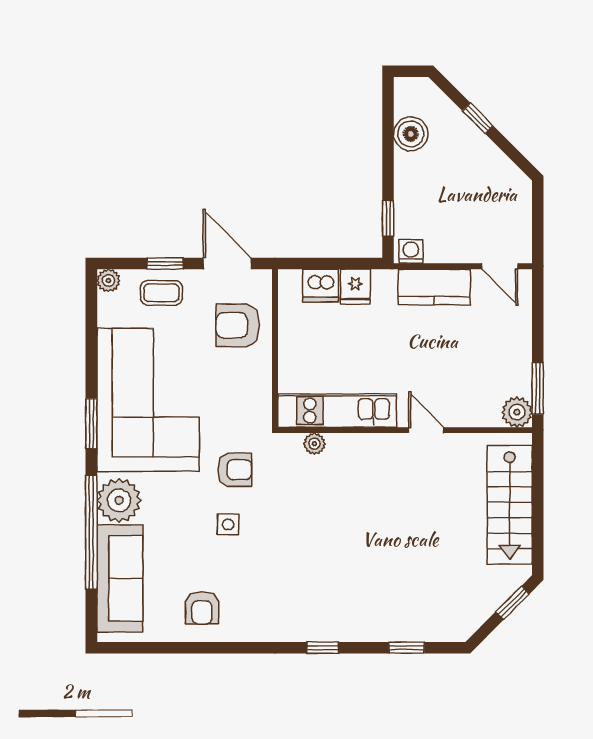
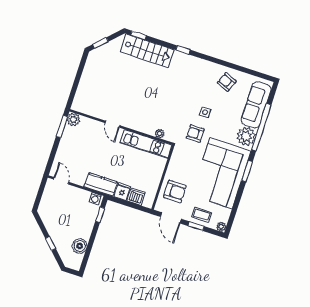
kitchen counter: (434, 287) -> (101, 184), moved
stairs: (510, 505) -> (147, 51), moved, turned 90
armchair: (202, 608) -> (227, 82), turned -68
window: (407, 648) -> (139, 35), moved

